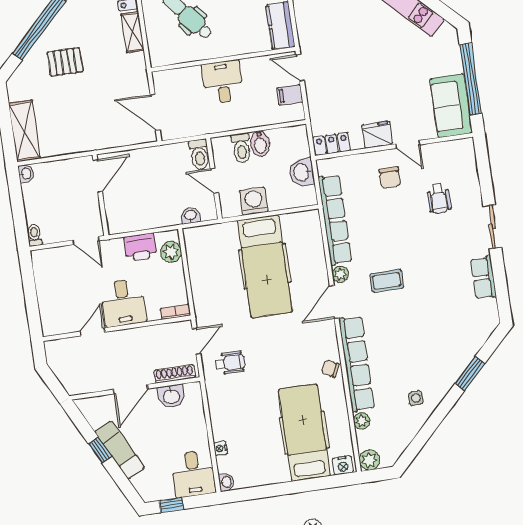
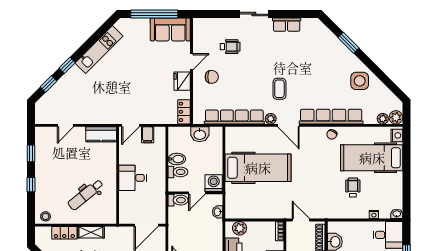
washing machine: (254, 201) -> (214, 183), moved, turned 90
wheelchair: (230, 363) -> (353, 187), moved
side table: (416, 398) -> (360, 81), width x1.87, depth x1.87
plant: (362, 421) -> (383, 119), moved

